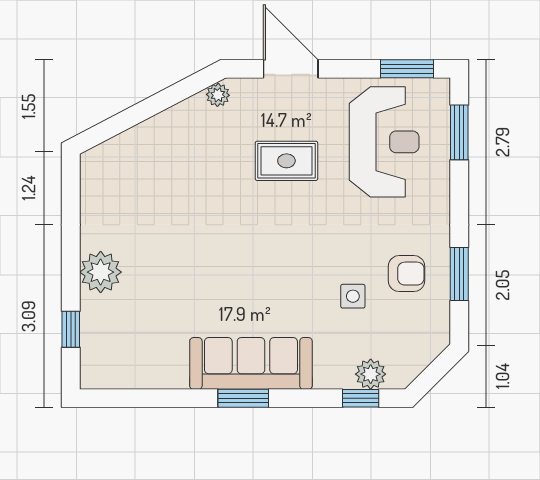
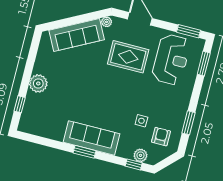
sofa: (158, 141) -> (77, 35), added
rug: (286, 161) -> (128, 57), width x1.36, depth x1.43
armchair: (407, 274) -> (161, 137), moved, turned -90

